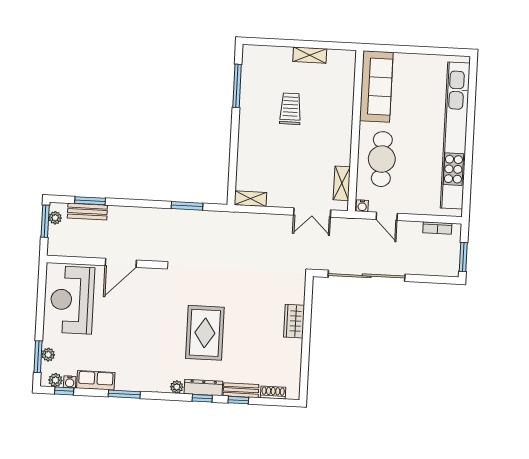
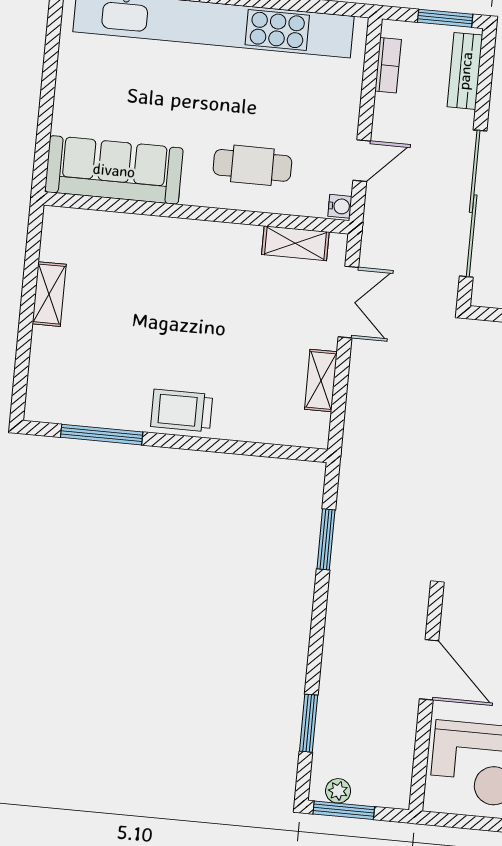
trolley: (290, 109) -> (182, 411), moved
cafe table: (382, 159) -> (252, 165), width x0.73, depth x0.74
shelving: (250, 199) -> (321, 380), moved
bench: (87, 212) -> (465, 71), moved

